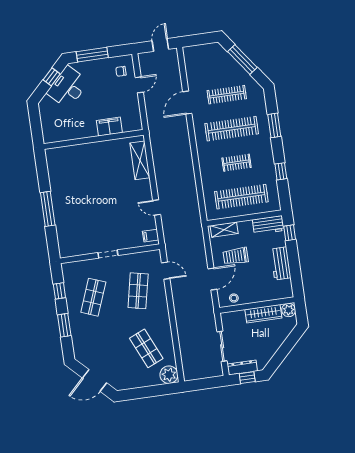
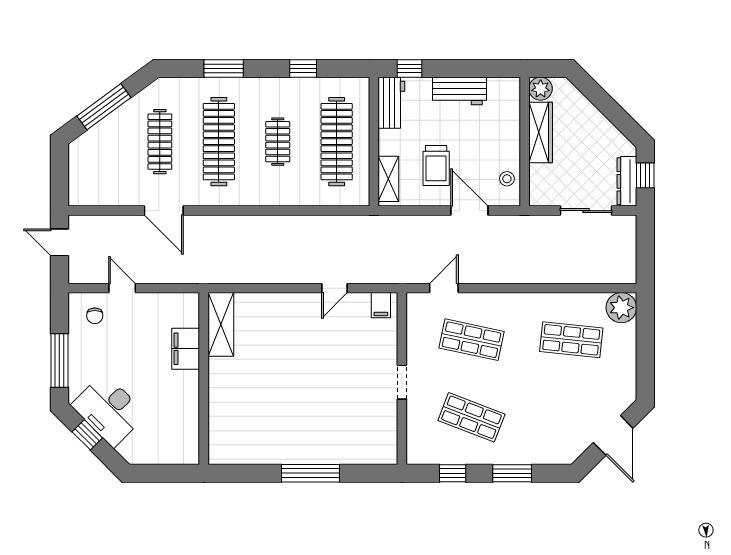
shelving: (140, 160) -> (221, 324), moved, turned 90
shop shelf: (146, 348) -> (571, 340), turned 30

